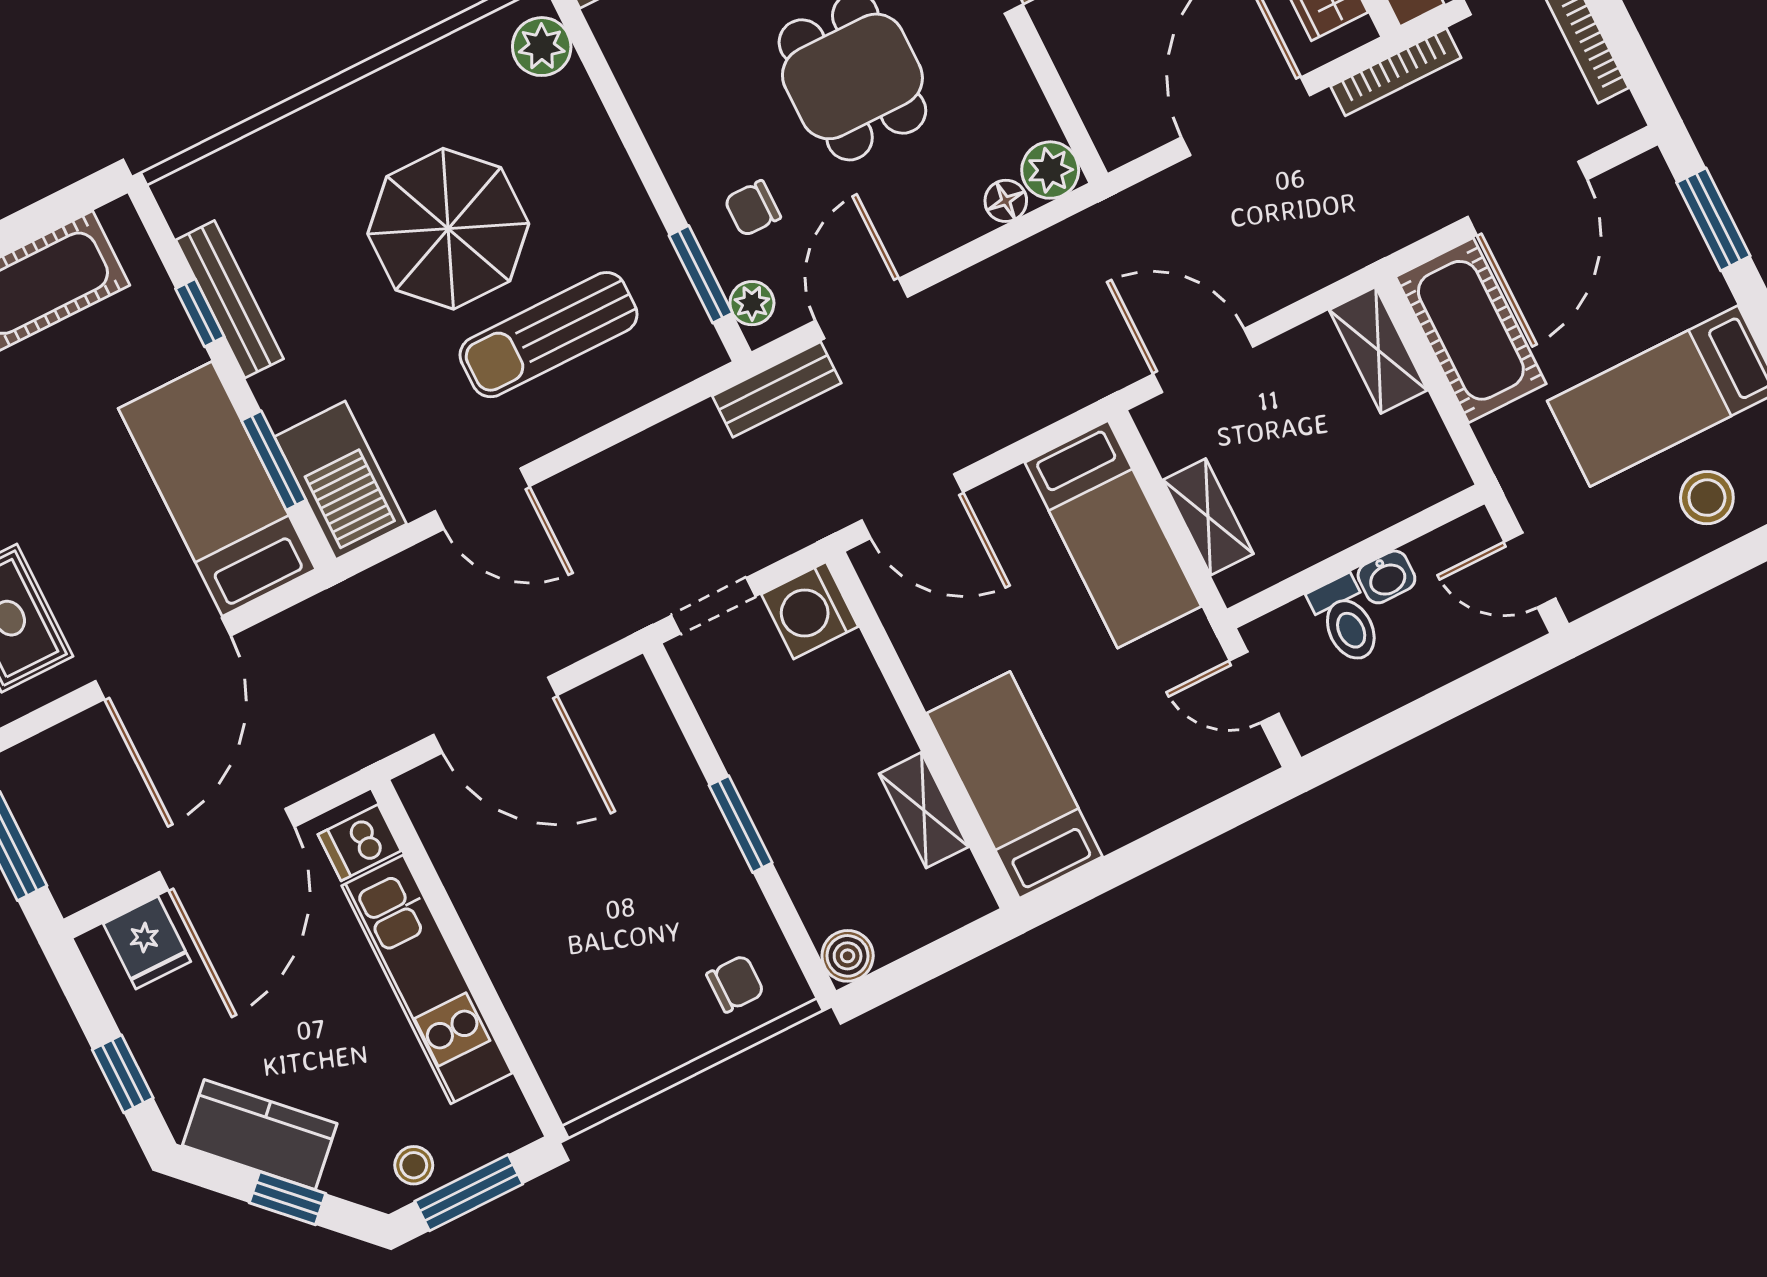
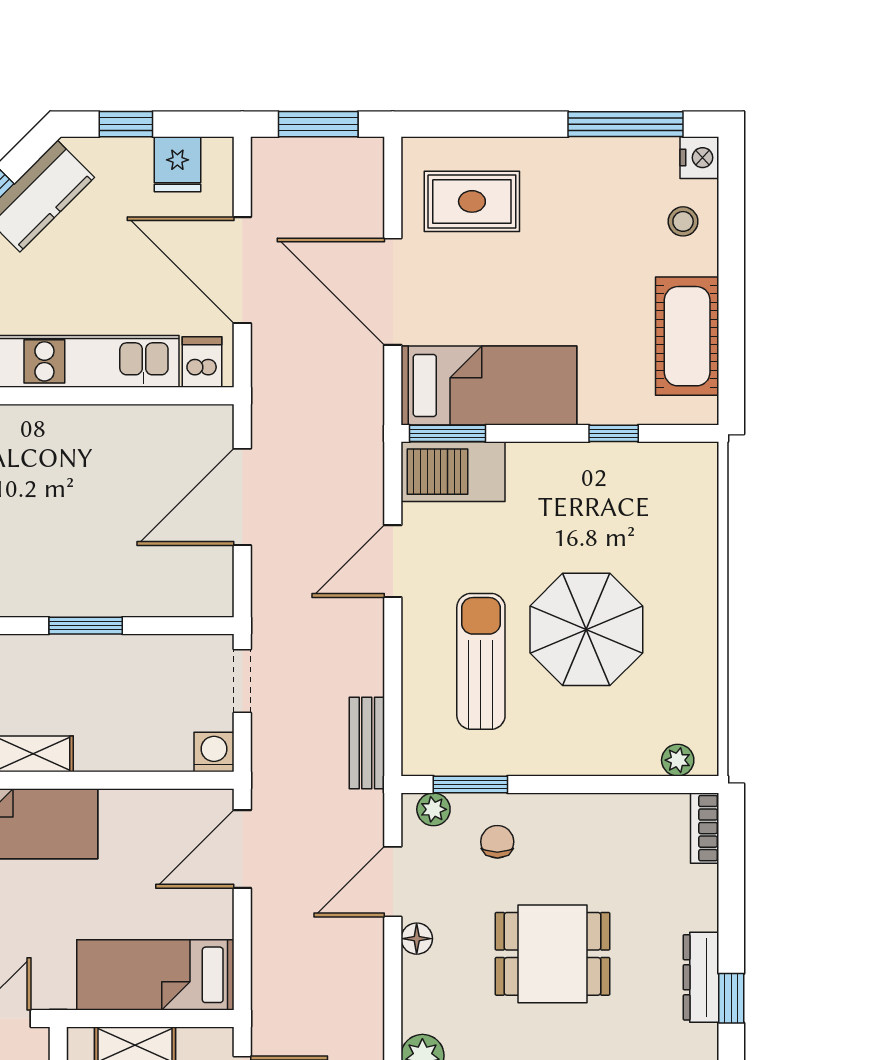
plant: (542, 47) -> (678, 760), width x0.73, depth x0.73
floor lamp: (1006, 201) -> (417, 939), moved
bench: (230, 299) -> (613, 458), removed
door: (862, 309) -> (393, 882), swing flipped
bench: (777, 389) -> (367, 743), moved
window: (274, 460) -> (447, 433), moved
washing machine: (810, 610) -> (214, 752), width x0.73, depth x0.73
fridge: (147, 943) -> (177, 164), moved, turned -90

